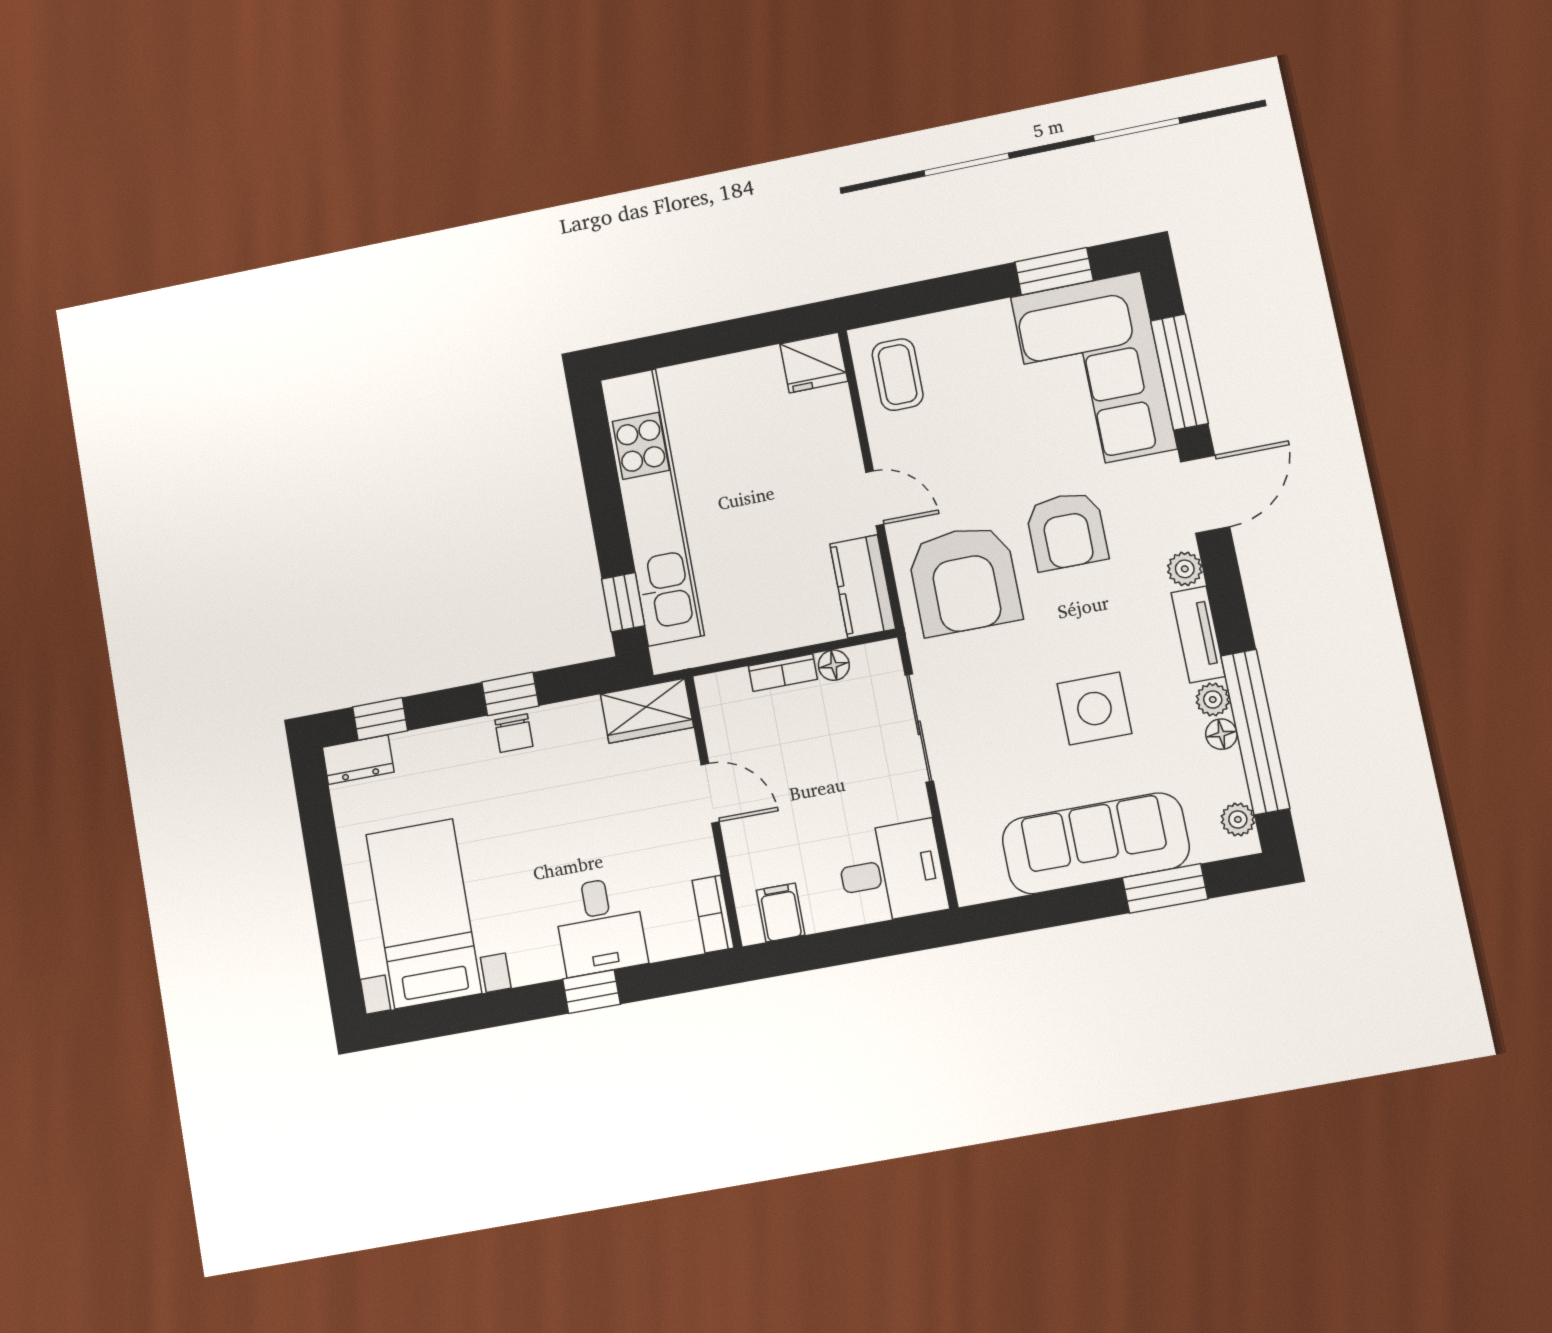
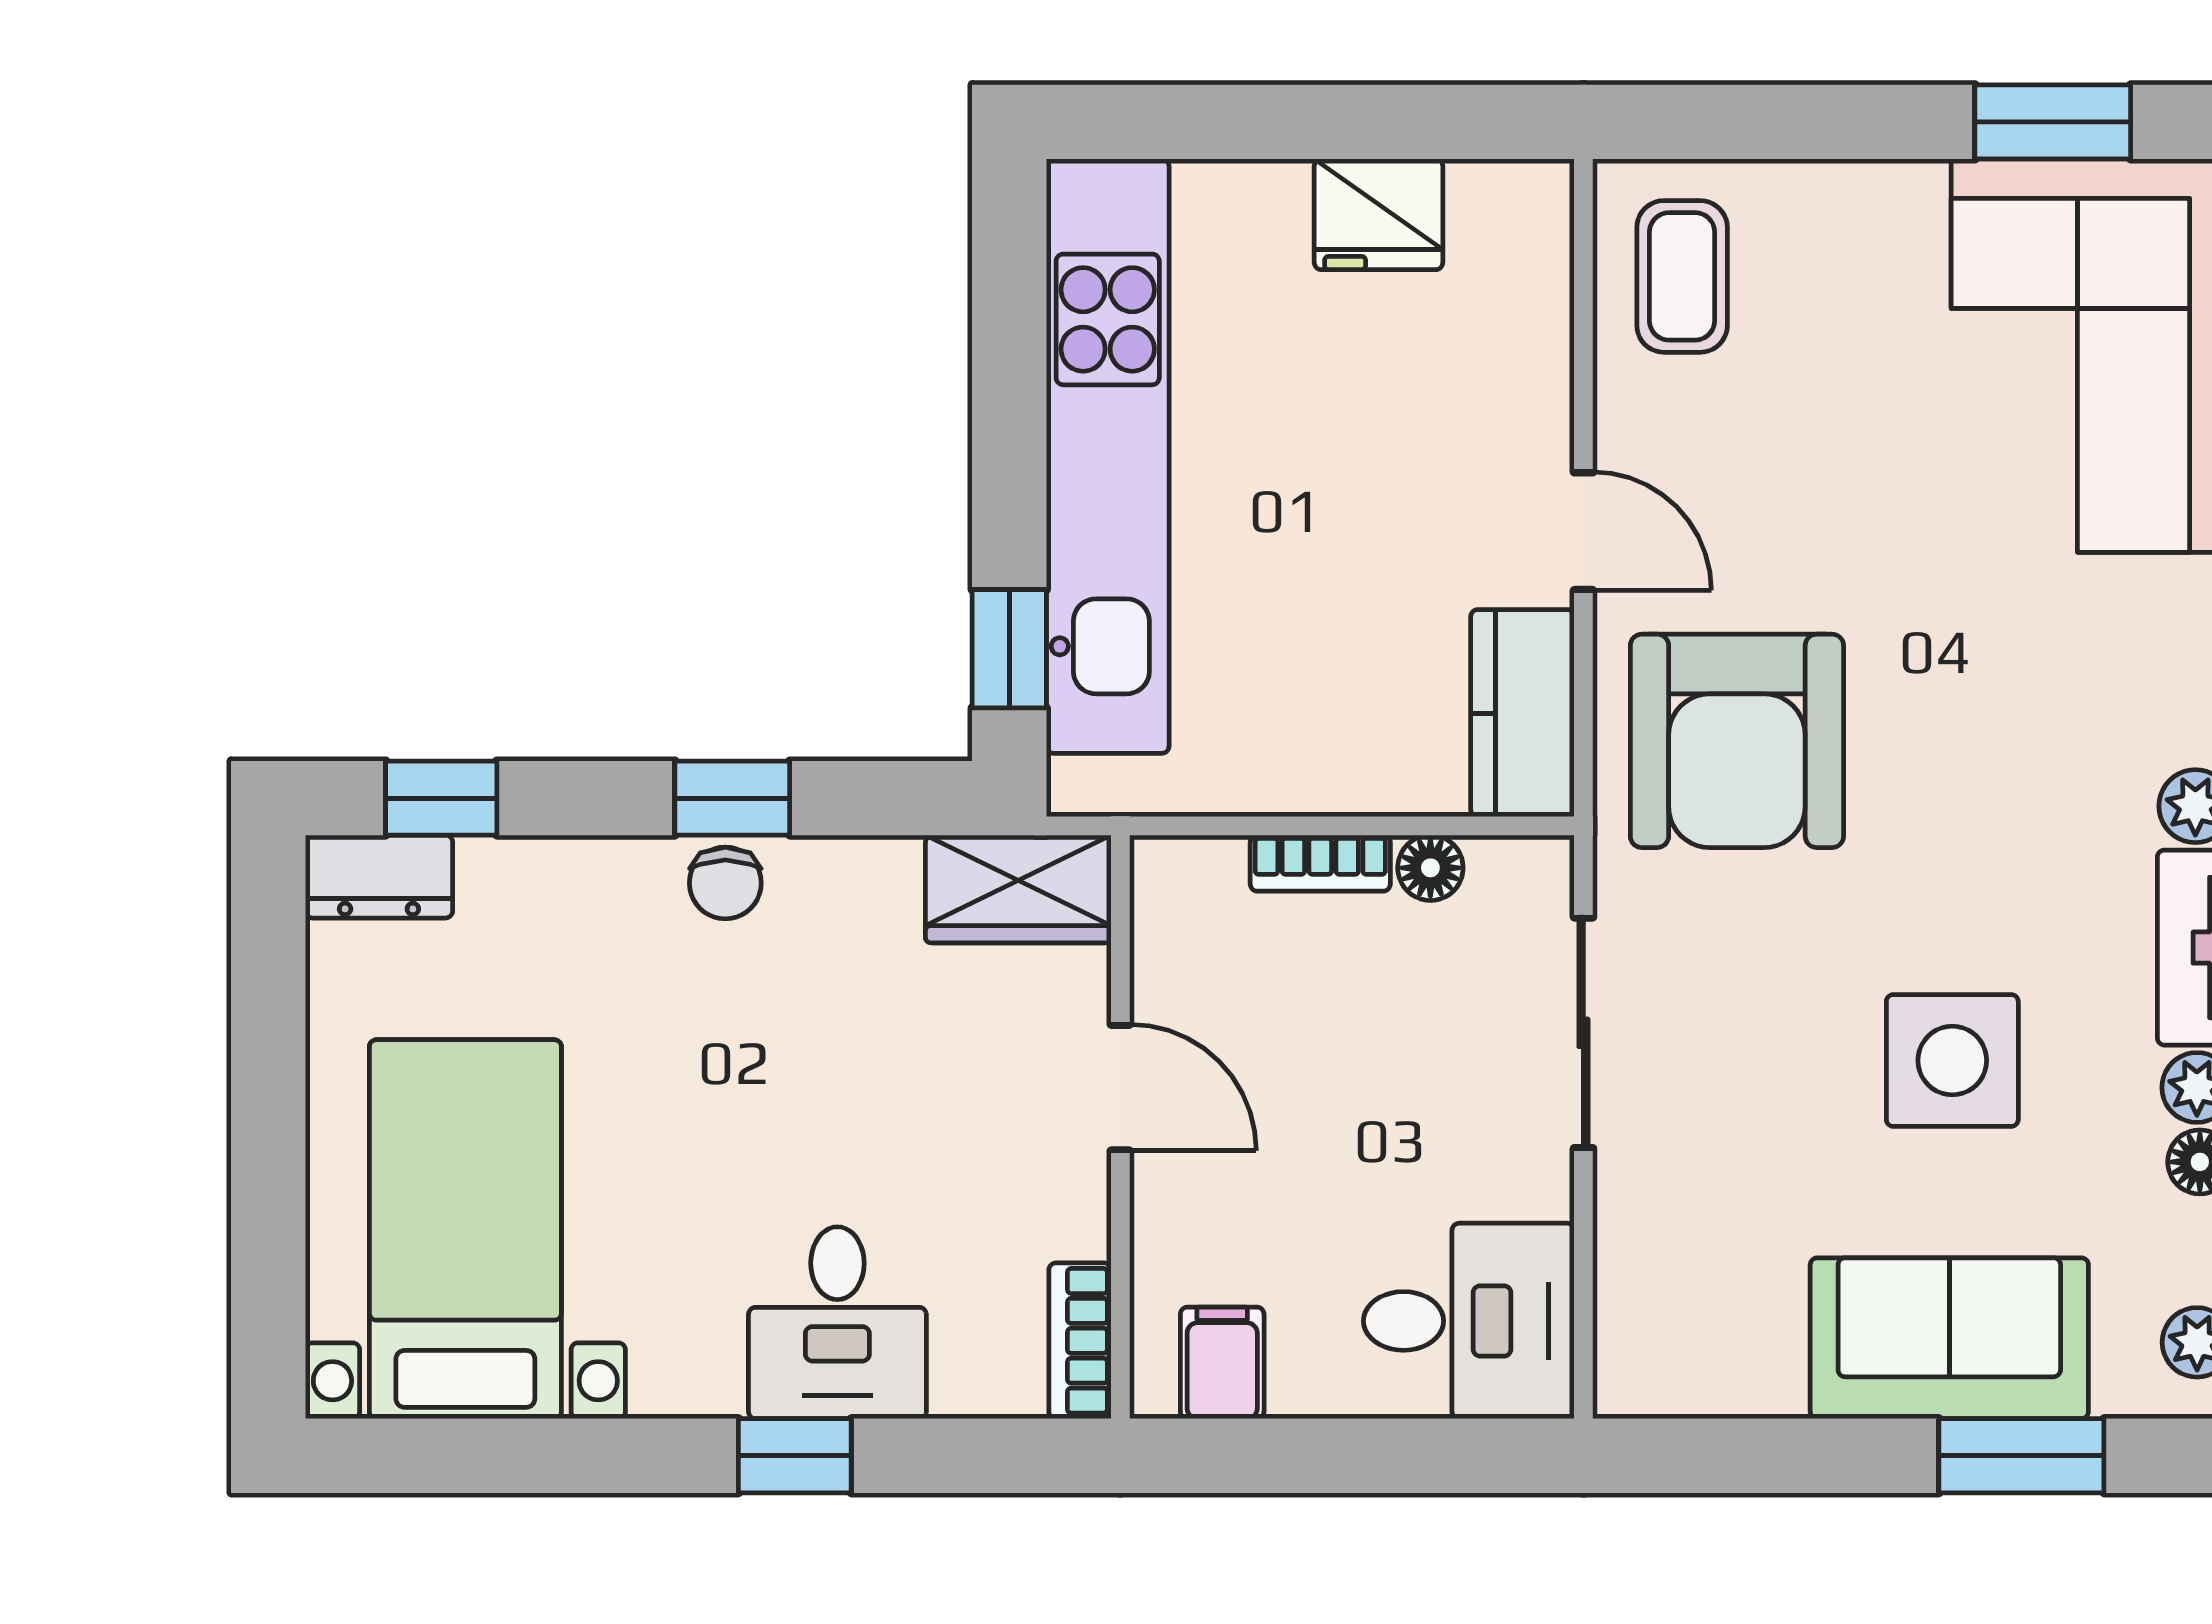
fridge: (814, 363) -> (1379, 214), moved
armchair: (1067, 531) -> (1969, 679), removed
sofa: (1096, 843) -> (1949, 1338), width x0.73

